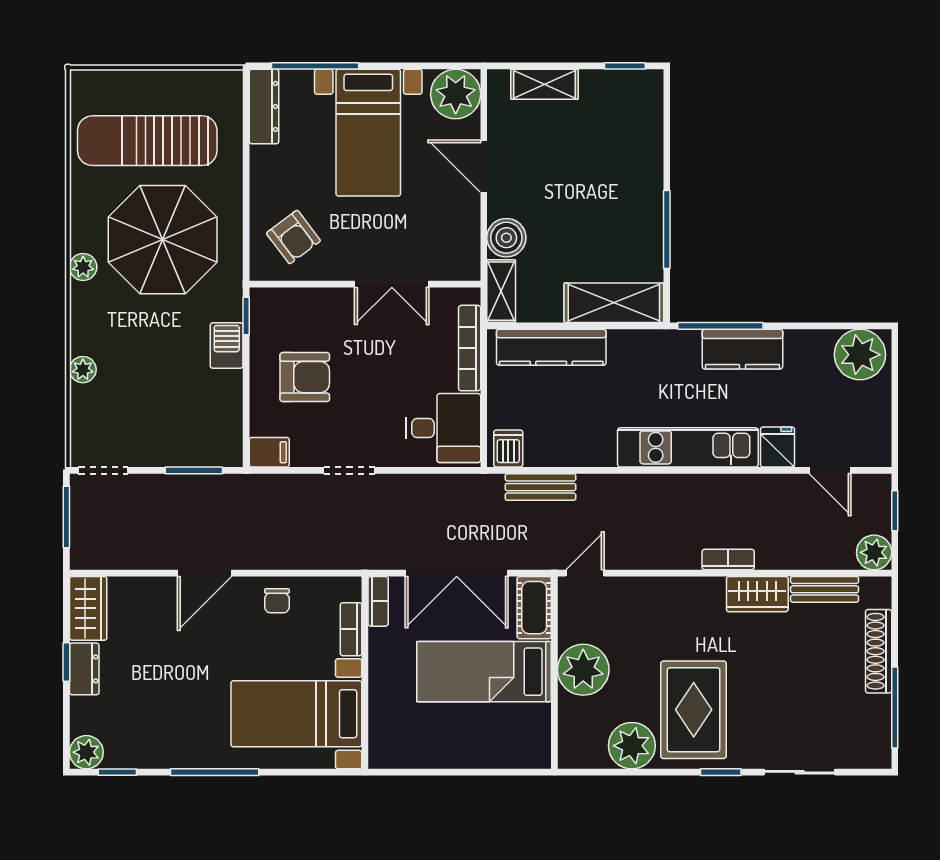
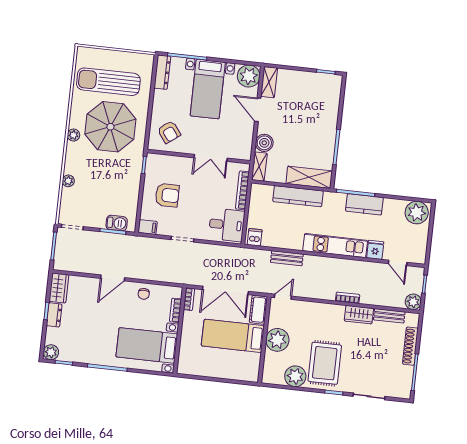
shelving: (545, 84) -> (269, 82), moved, turned 90
barbecue: (227, 345) -> (117, 223), moved, turned 90
kitchen counter: (551, 347) -> (298, 196), moved
bench: (540, 487) -> (287, 258), moved

